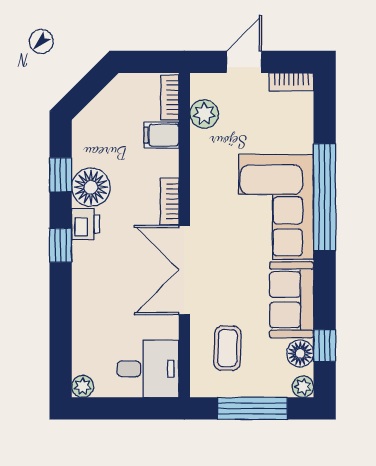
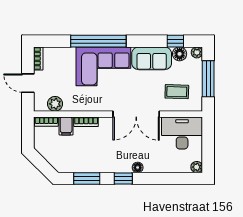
window: (61, 175) -> (87, 178), width x1.50
floor lamp: (91, 187) -> (138, 167), moved, width x0.53, depth x0.53
bookcase: (170, 201) -> (86, 122), moved
printer: (86, 224) -> (112, 165), removed
desk: (148, 369) -> (182, 133), width x1.37

